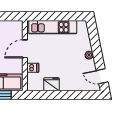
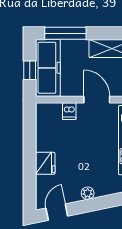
fridge: (51, 84) -> (45, 163), moved

